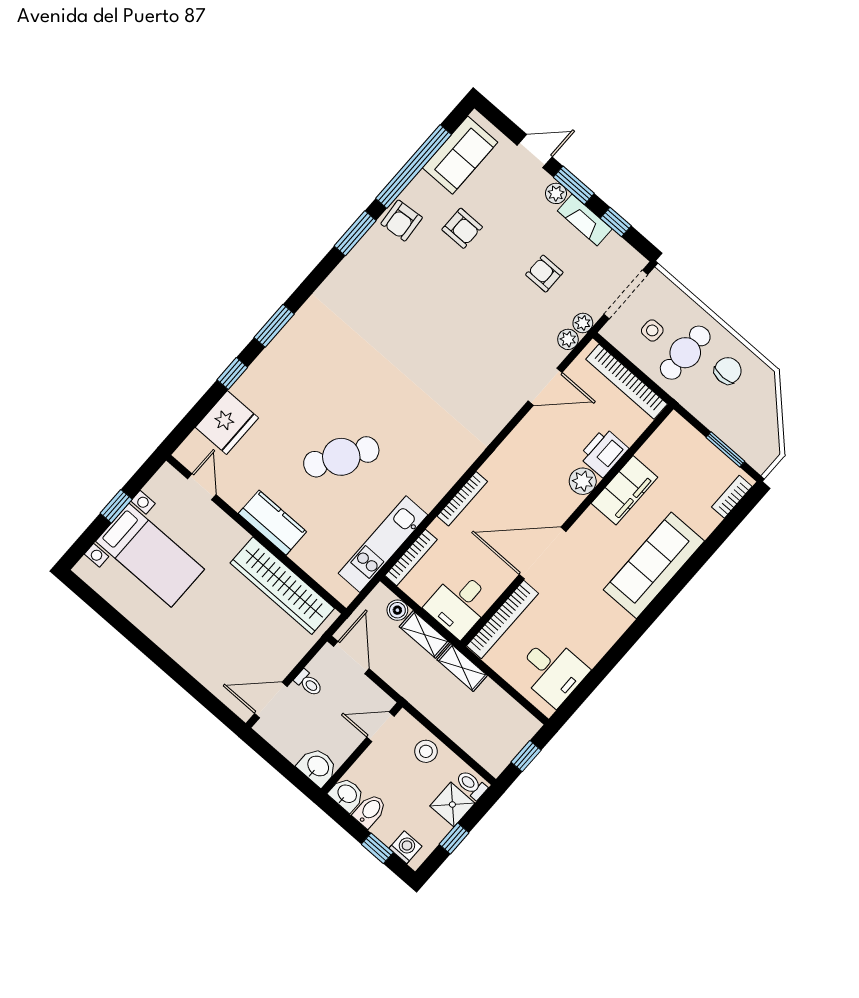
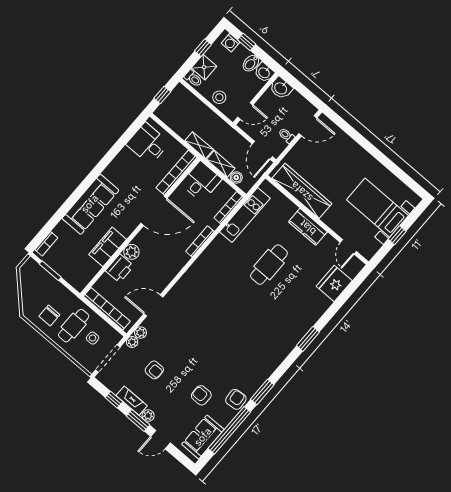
window: (232, 374) -> (332, 311), removed
cafe table: (341, 457) -> (269, 265), turned -33

